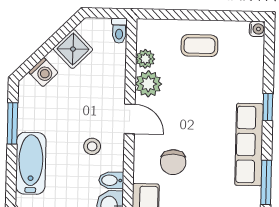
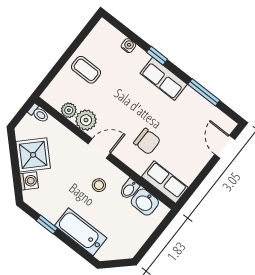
water cooler: (257, 29) -> (128, 46), moved
coffee table: (199, 46) -> (86, 70), turned 90
shower: (73, 49) -> (33, 155), width x1.36, depth x1.36
window: (12, 123) -> (47, 225), width x0.67
row of seats: (249, 145) -> (164, 79), width x0.68

